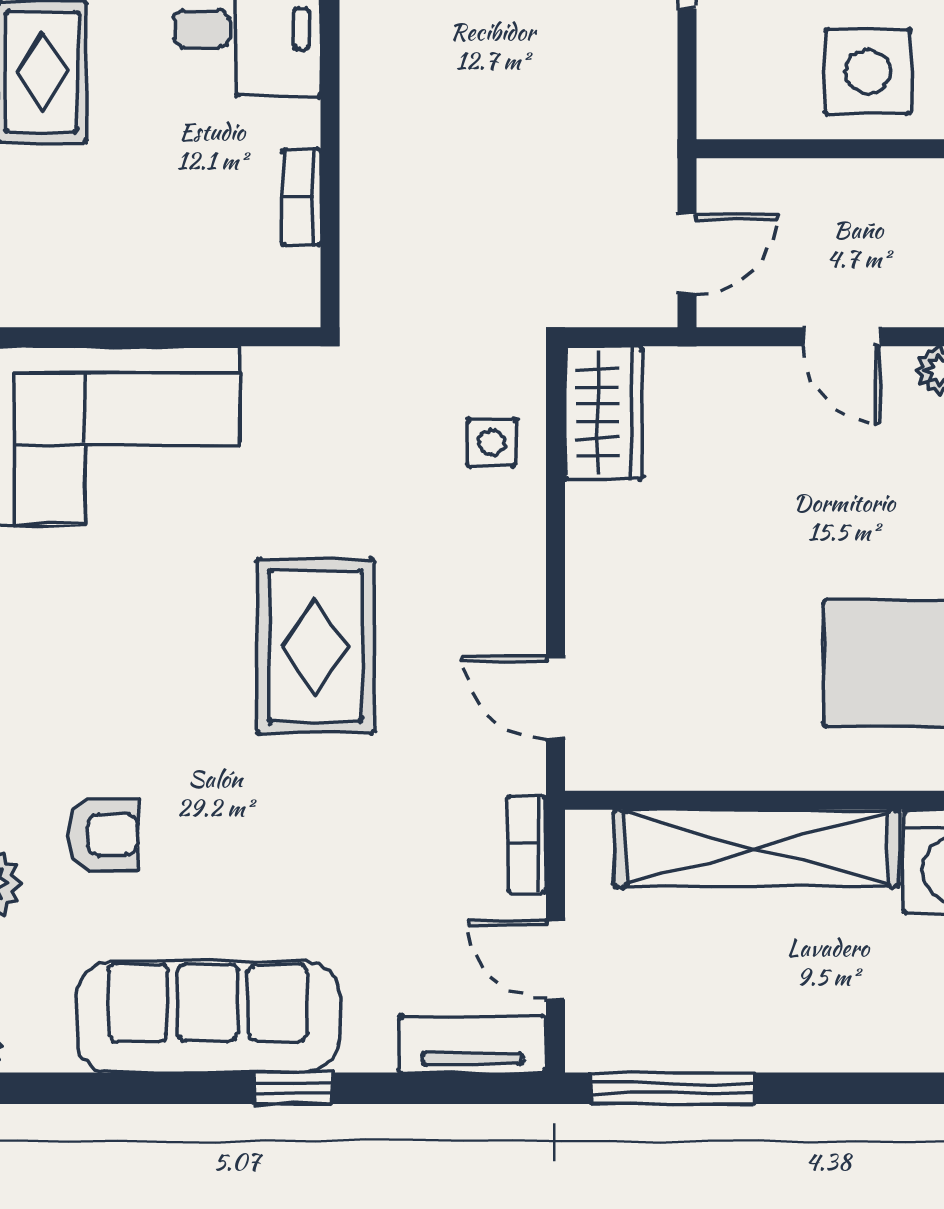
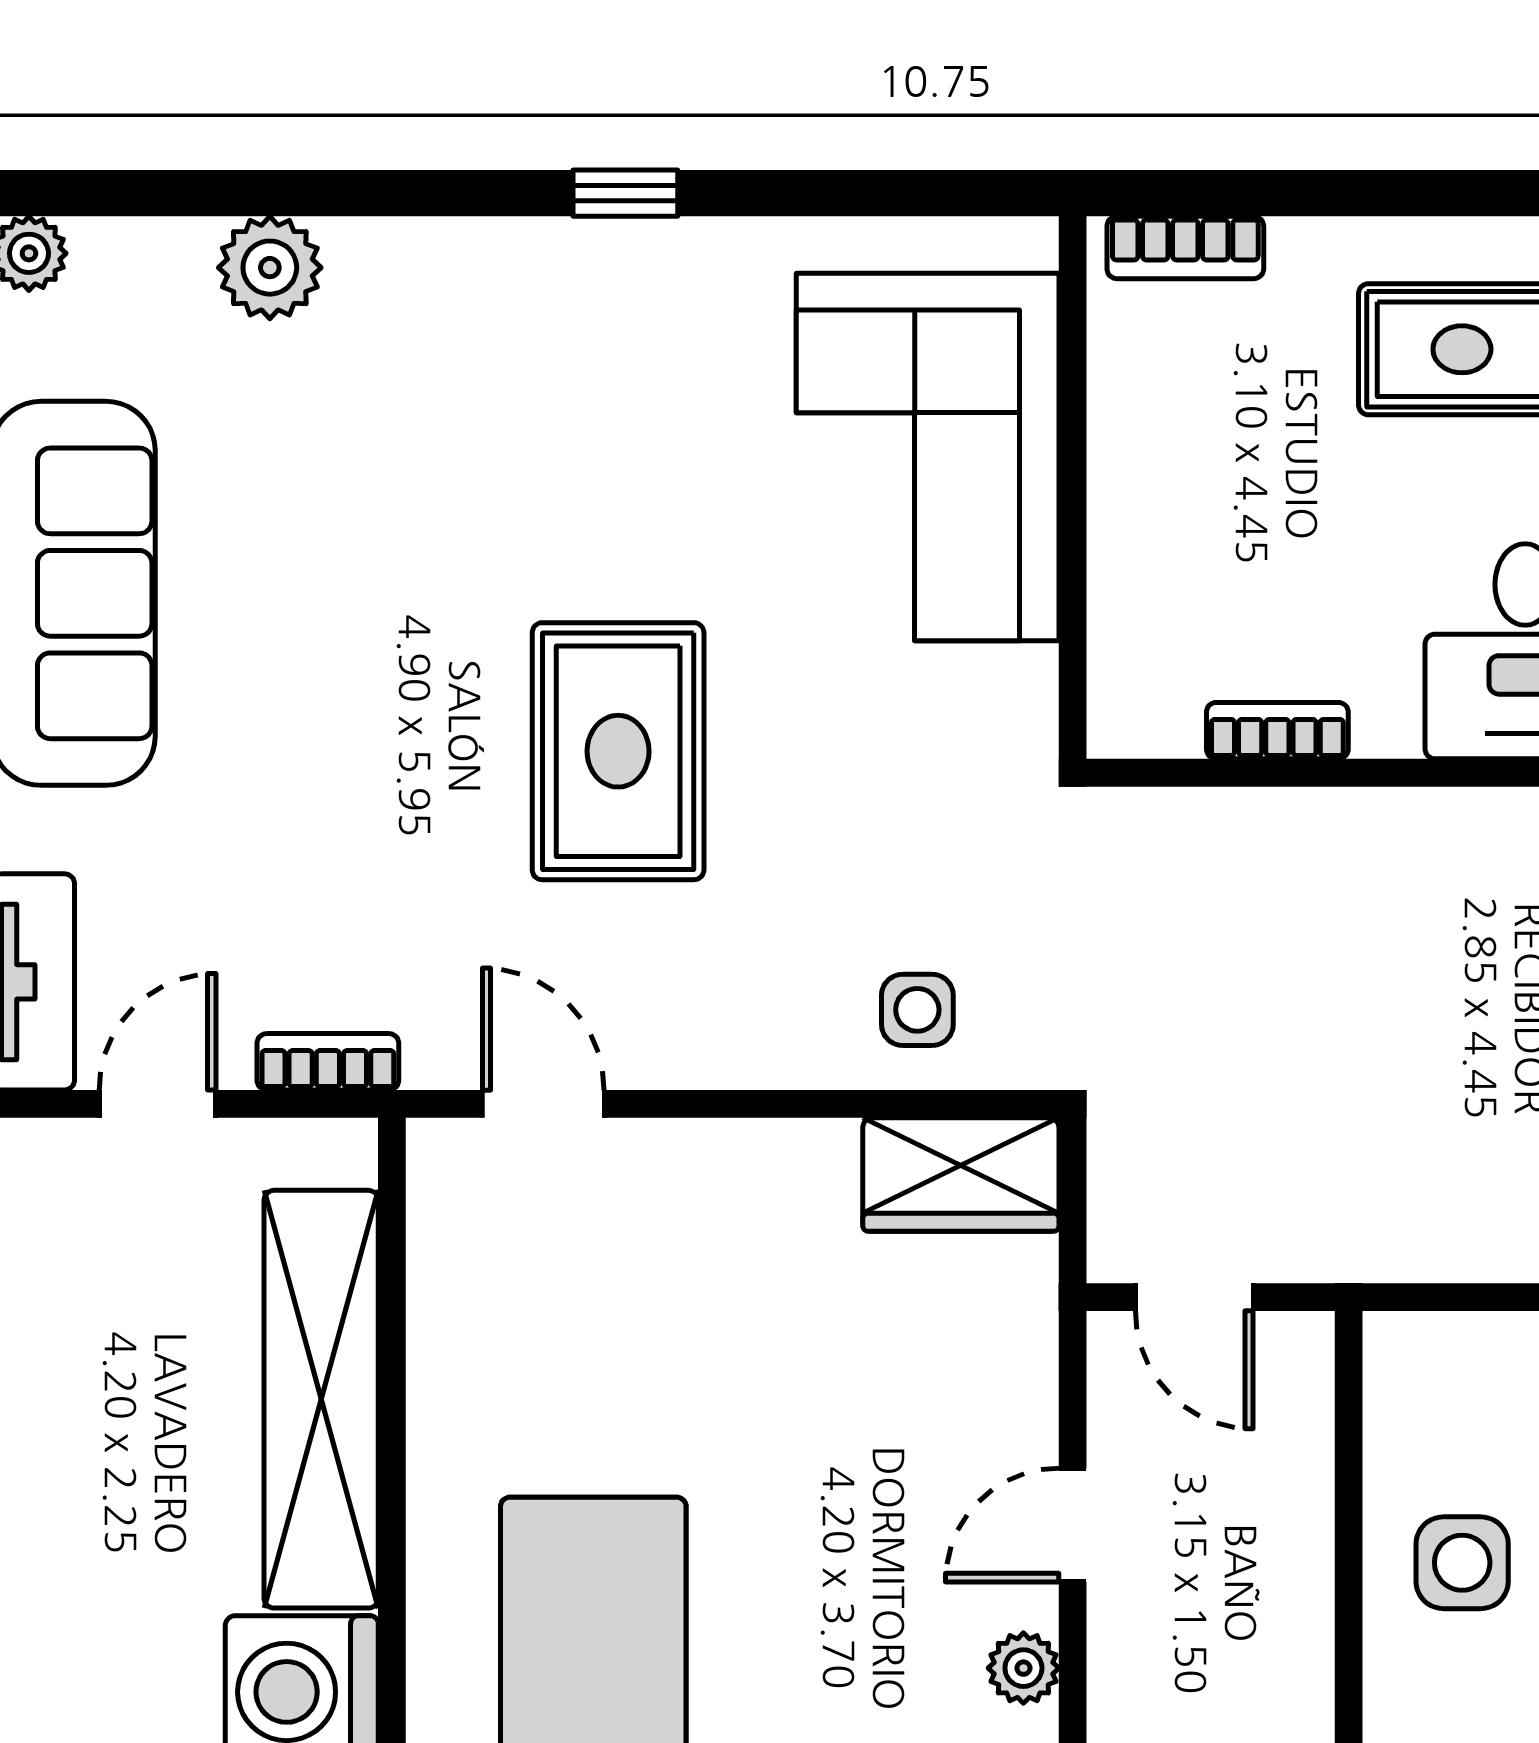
side table: (868, 72) -> (1462, 1563), width x0.73, depth x0.73
rug: (315, 646) -> (618, 751), turned 90
door: (555, 697) -> (543, 1104), hinge flipped
armchair: (103, 835) -> (341, 439), removed

